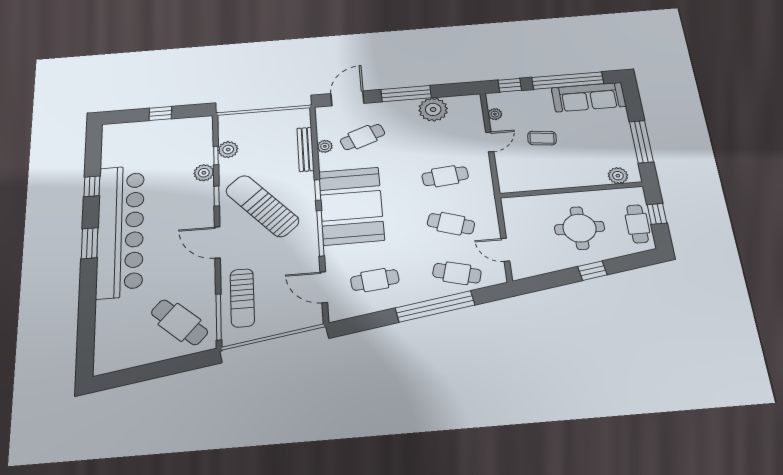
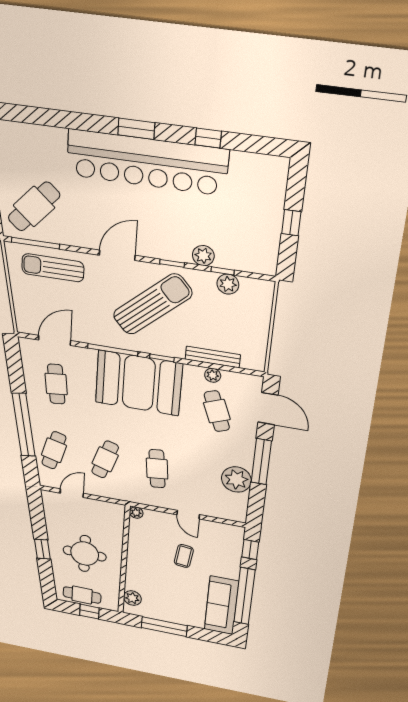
plant: (495, 114) -> (136, 513), moved

